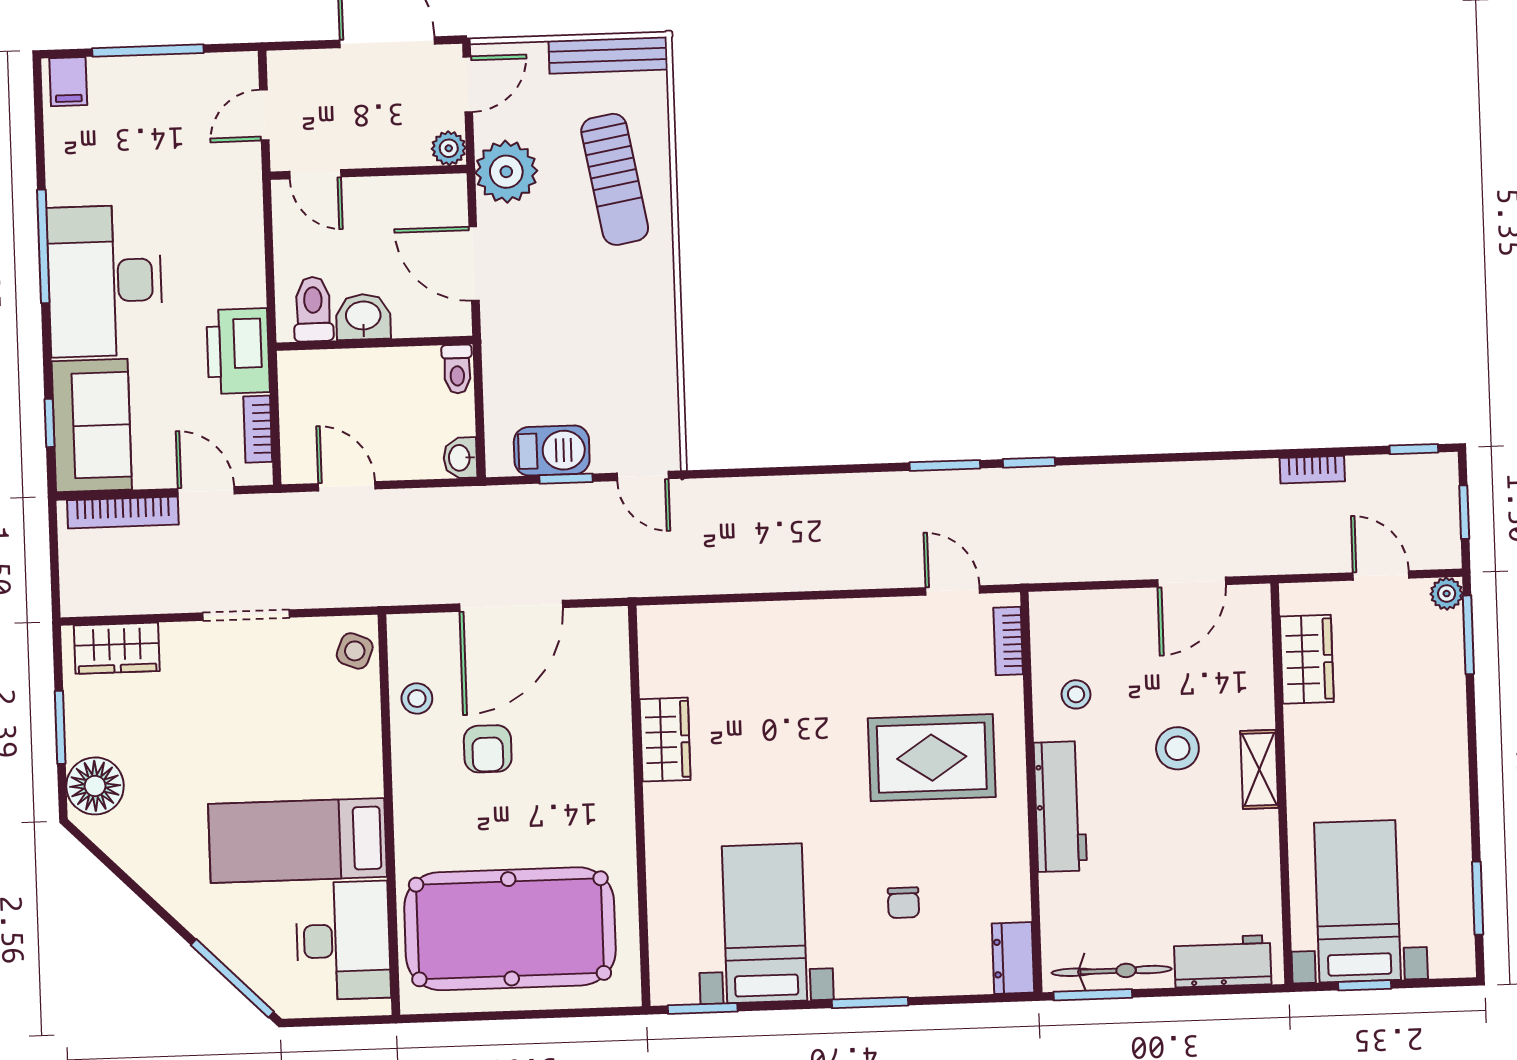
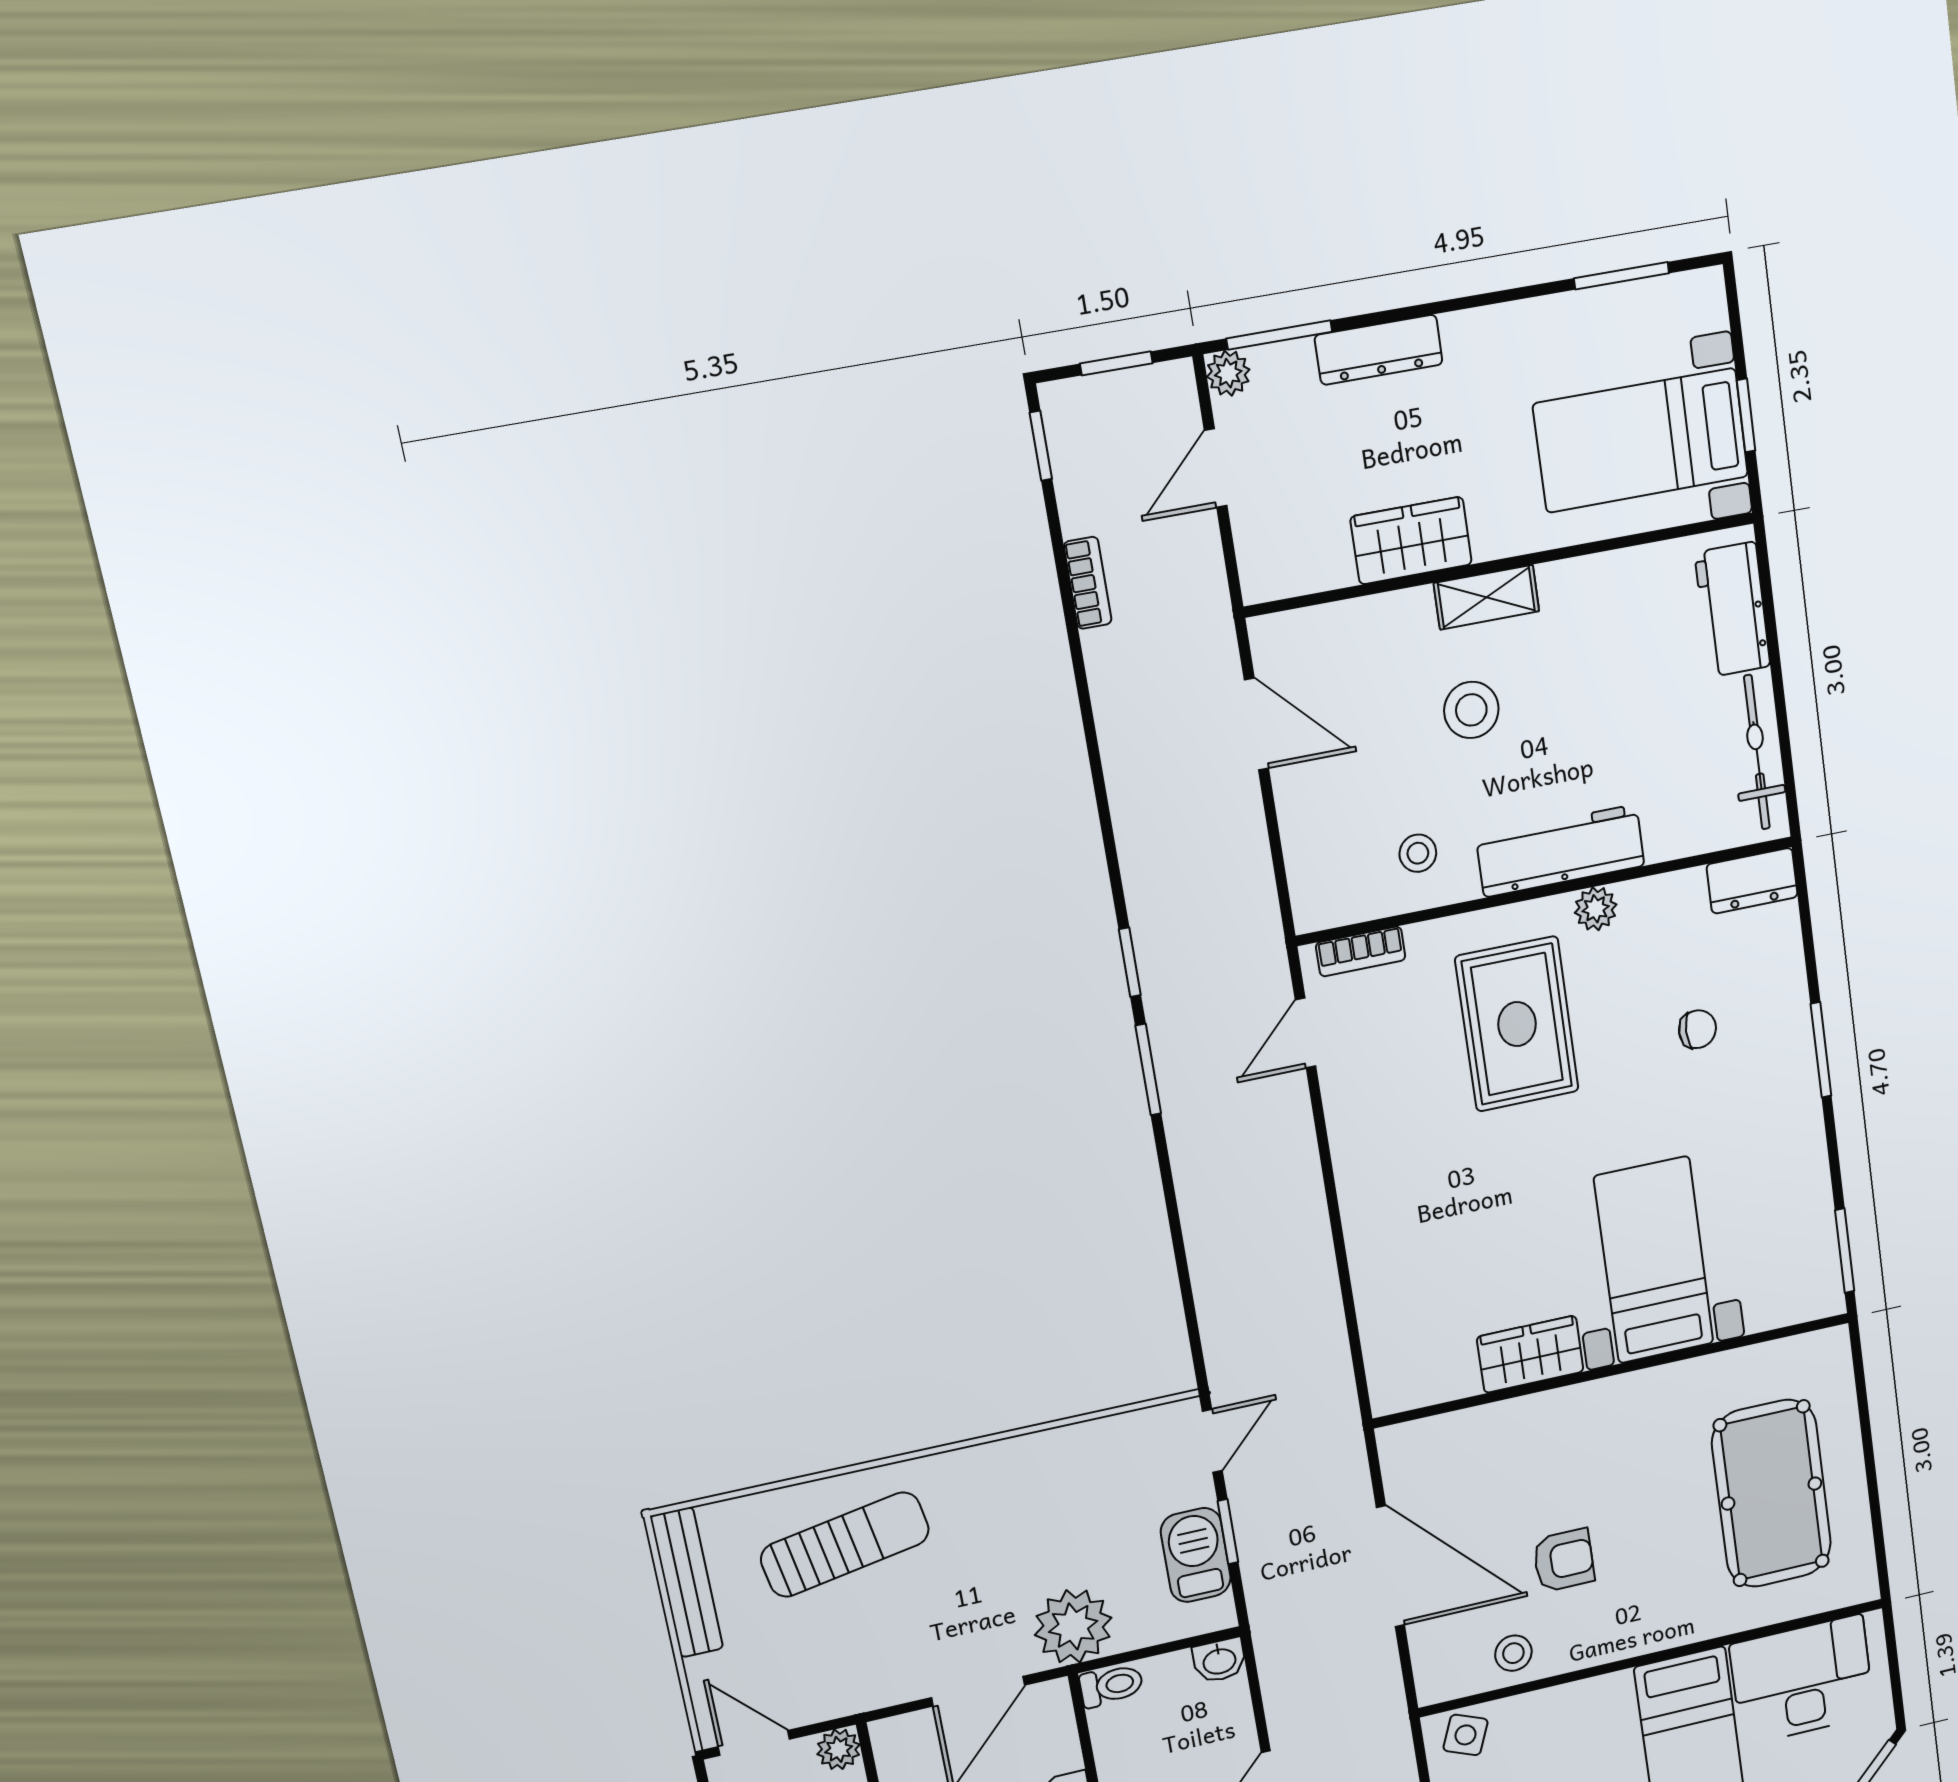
plant: (506, 172) -> (1073, 1626), moved
wardrobe: (1307, 659) -> (1411, 541), moved
dresser: (1449, 708) -> (1379, 350), added
plant: (1011, 830) -> (1596, 909), added
bed with nightstands: (764, 923) -> (1654, 1260), moved, turned 90
pool table: (510, 929) -> (1772, 1494), width x0.73, depth x0.76
window: (1093, 995) -> (1788, 772), removed

